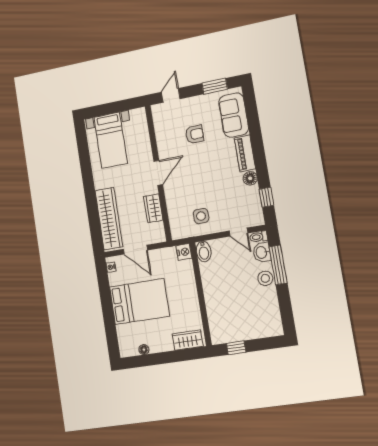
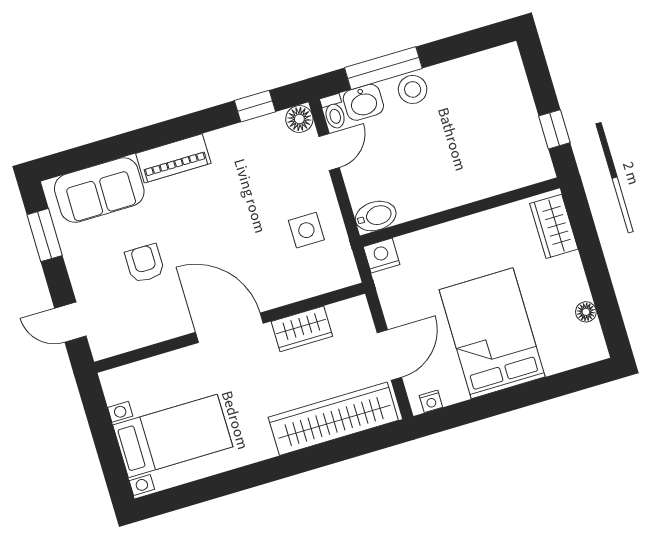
door: (158, 173) -> (229, 328), width x1.36
floor lamp: (250, 178) -> (299, 119), moved

